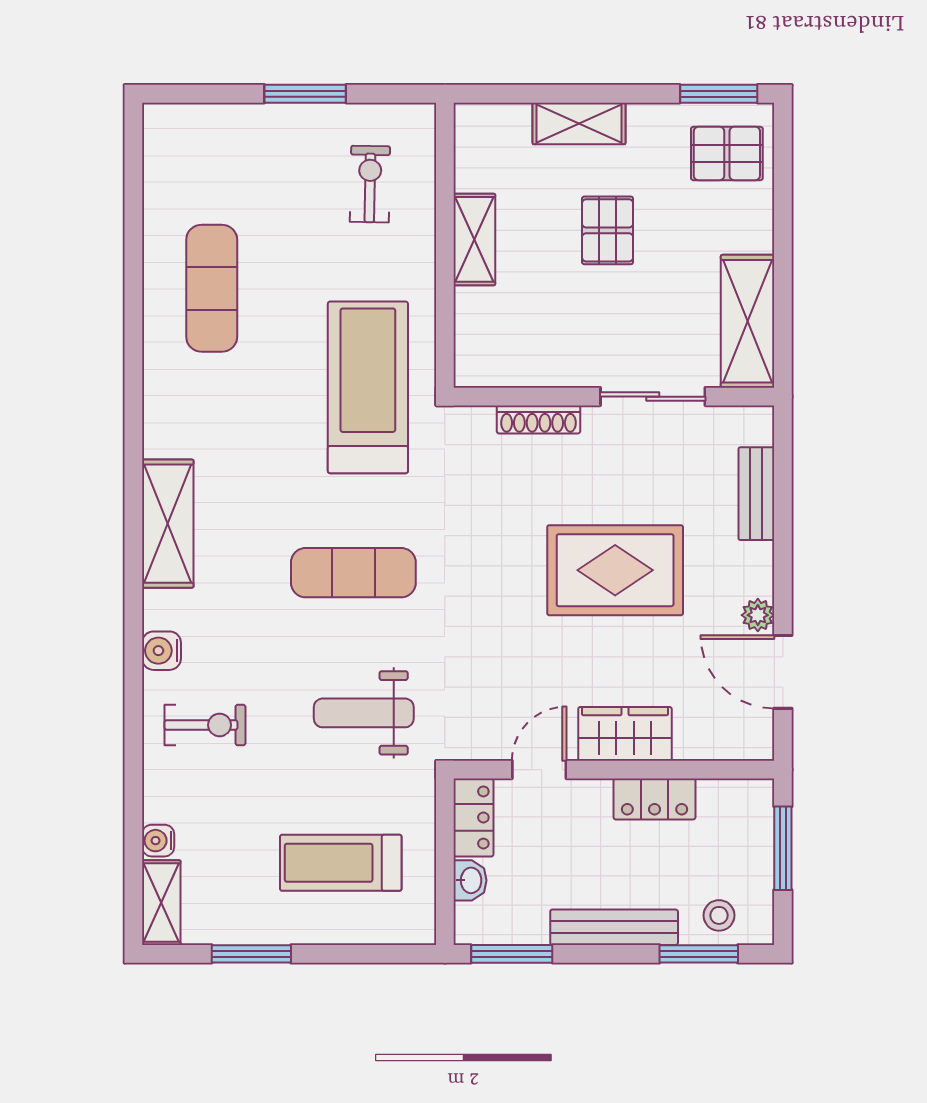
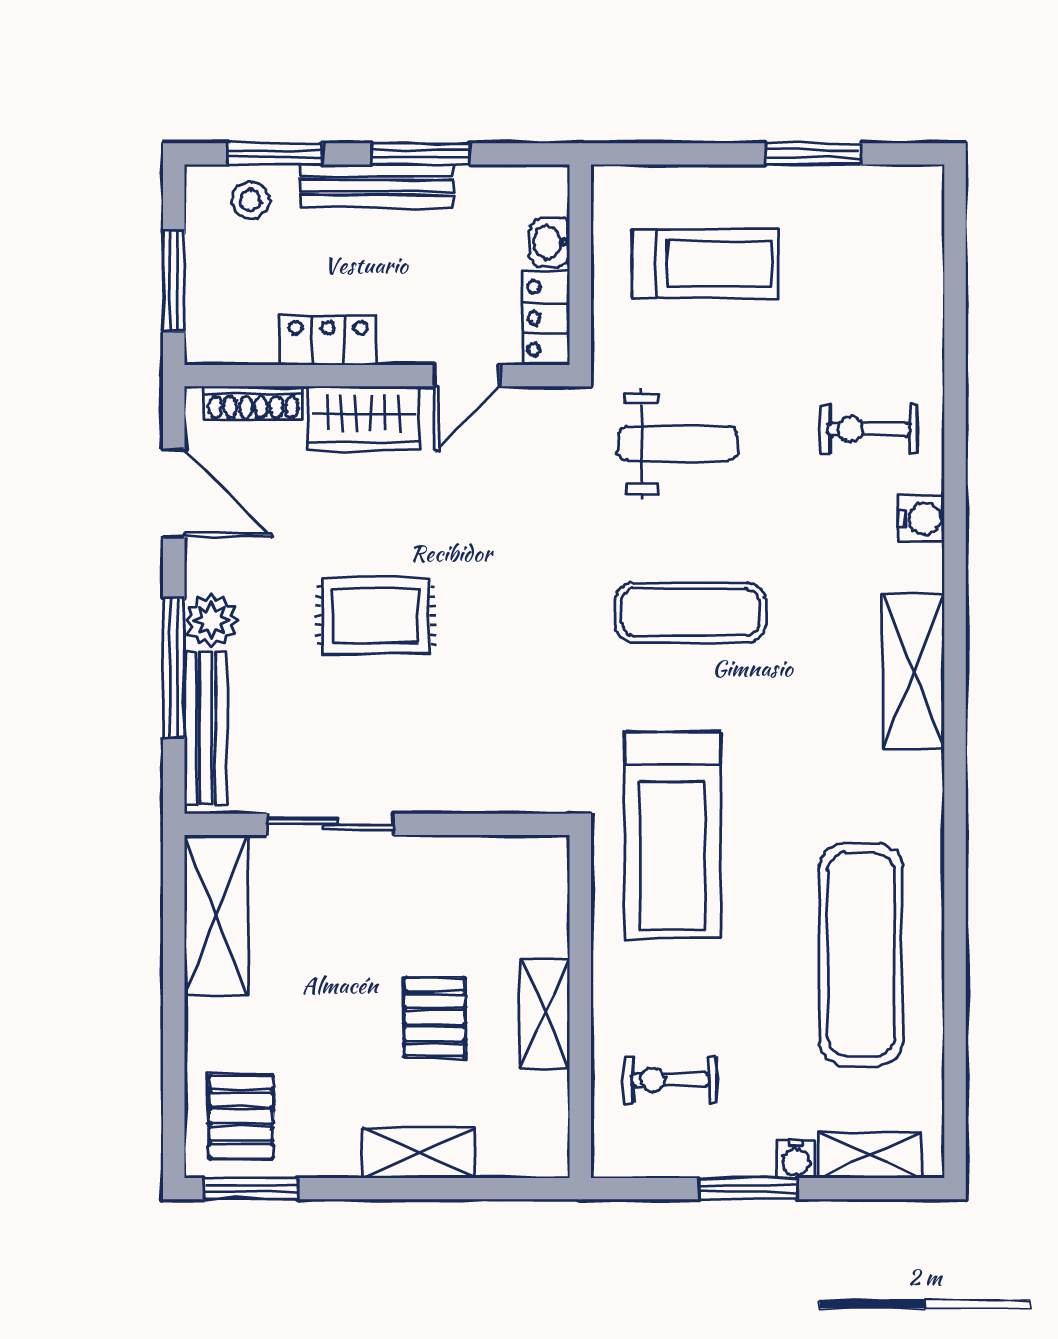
pallet: (727, 153) -> (241, 1117), turned 90
exercise bike: (370, 184) -> (670, 1080), turned 89
pallet: (608, 230) -> (435, 1017), moved
exercise mat: (212, 288) -> (861, 955), width x1.36, depth x1.45
shoe rack: (538, 419) -> (253, 403), moved, turned 180
bench: (756, 494) -> (206, 728), width x1.36
window: (783, 527) -> (174, 668), added
rug: (615, 570) -> (376, 615), width x0.73, depth x0.70
plant: (758, 615) -> (211, 620), moved, width x1.38, depth x1.38
water cooler: (158, 841) -> (796, 1159), moved, turned 90
shelving: (161, 903) -> (870, 1155), moved, turned 90
window: (512, 954) -> (421, 154), moved

